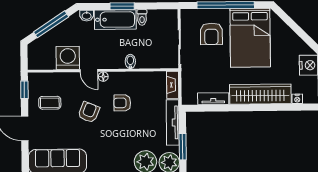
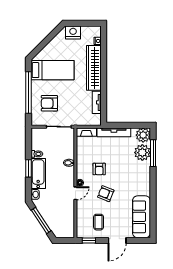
armchair: (211, 34) -> (49, 103), turned 180
bed: (250, 38) -> (52, 70), width x0.67
washing machine: (68, 58) -> (66, 209), removed
window: (183, 147) -> (132, 125), removed

